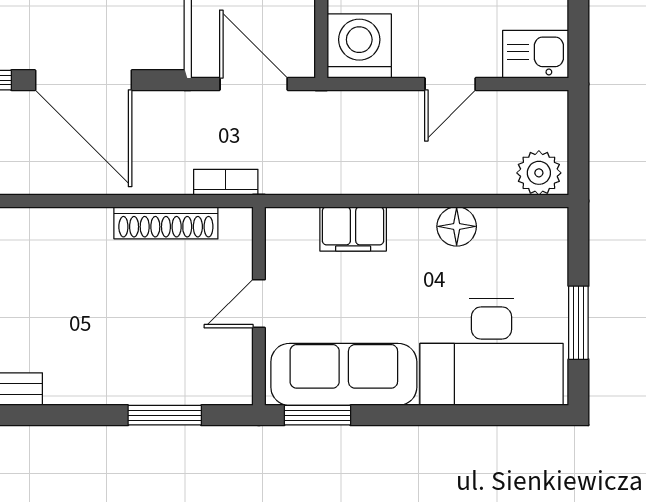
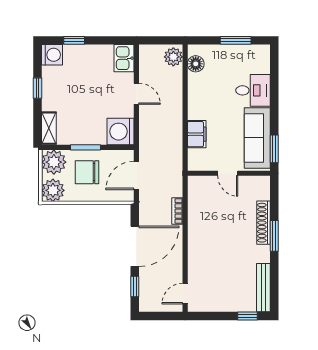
bookcase: (226, 182) -> (177, 211), moved
shoe rack: (166, 223) -> (264, 223), moved, turned 180
floor lamp: (457, 226) -> (196, 64), moved
desk: (491, 352) -> (253, 90), width x0.53, depth x0.77
window: (165, 415) -> (274, 236), moved

